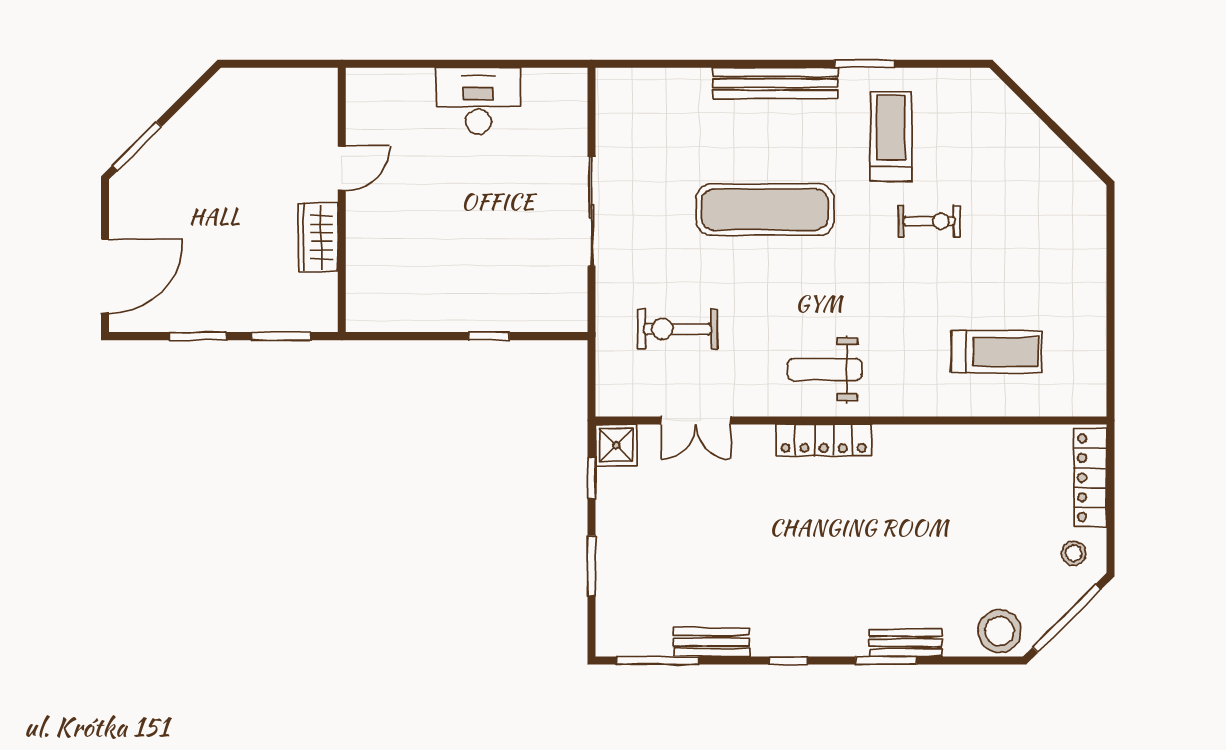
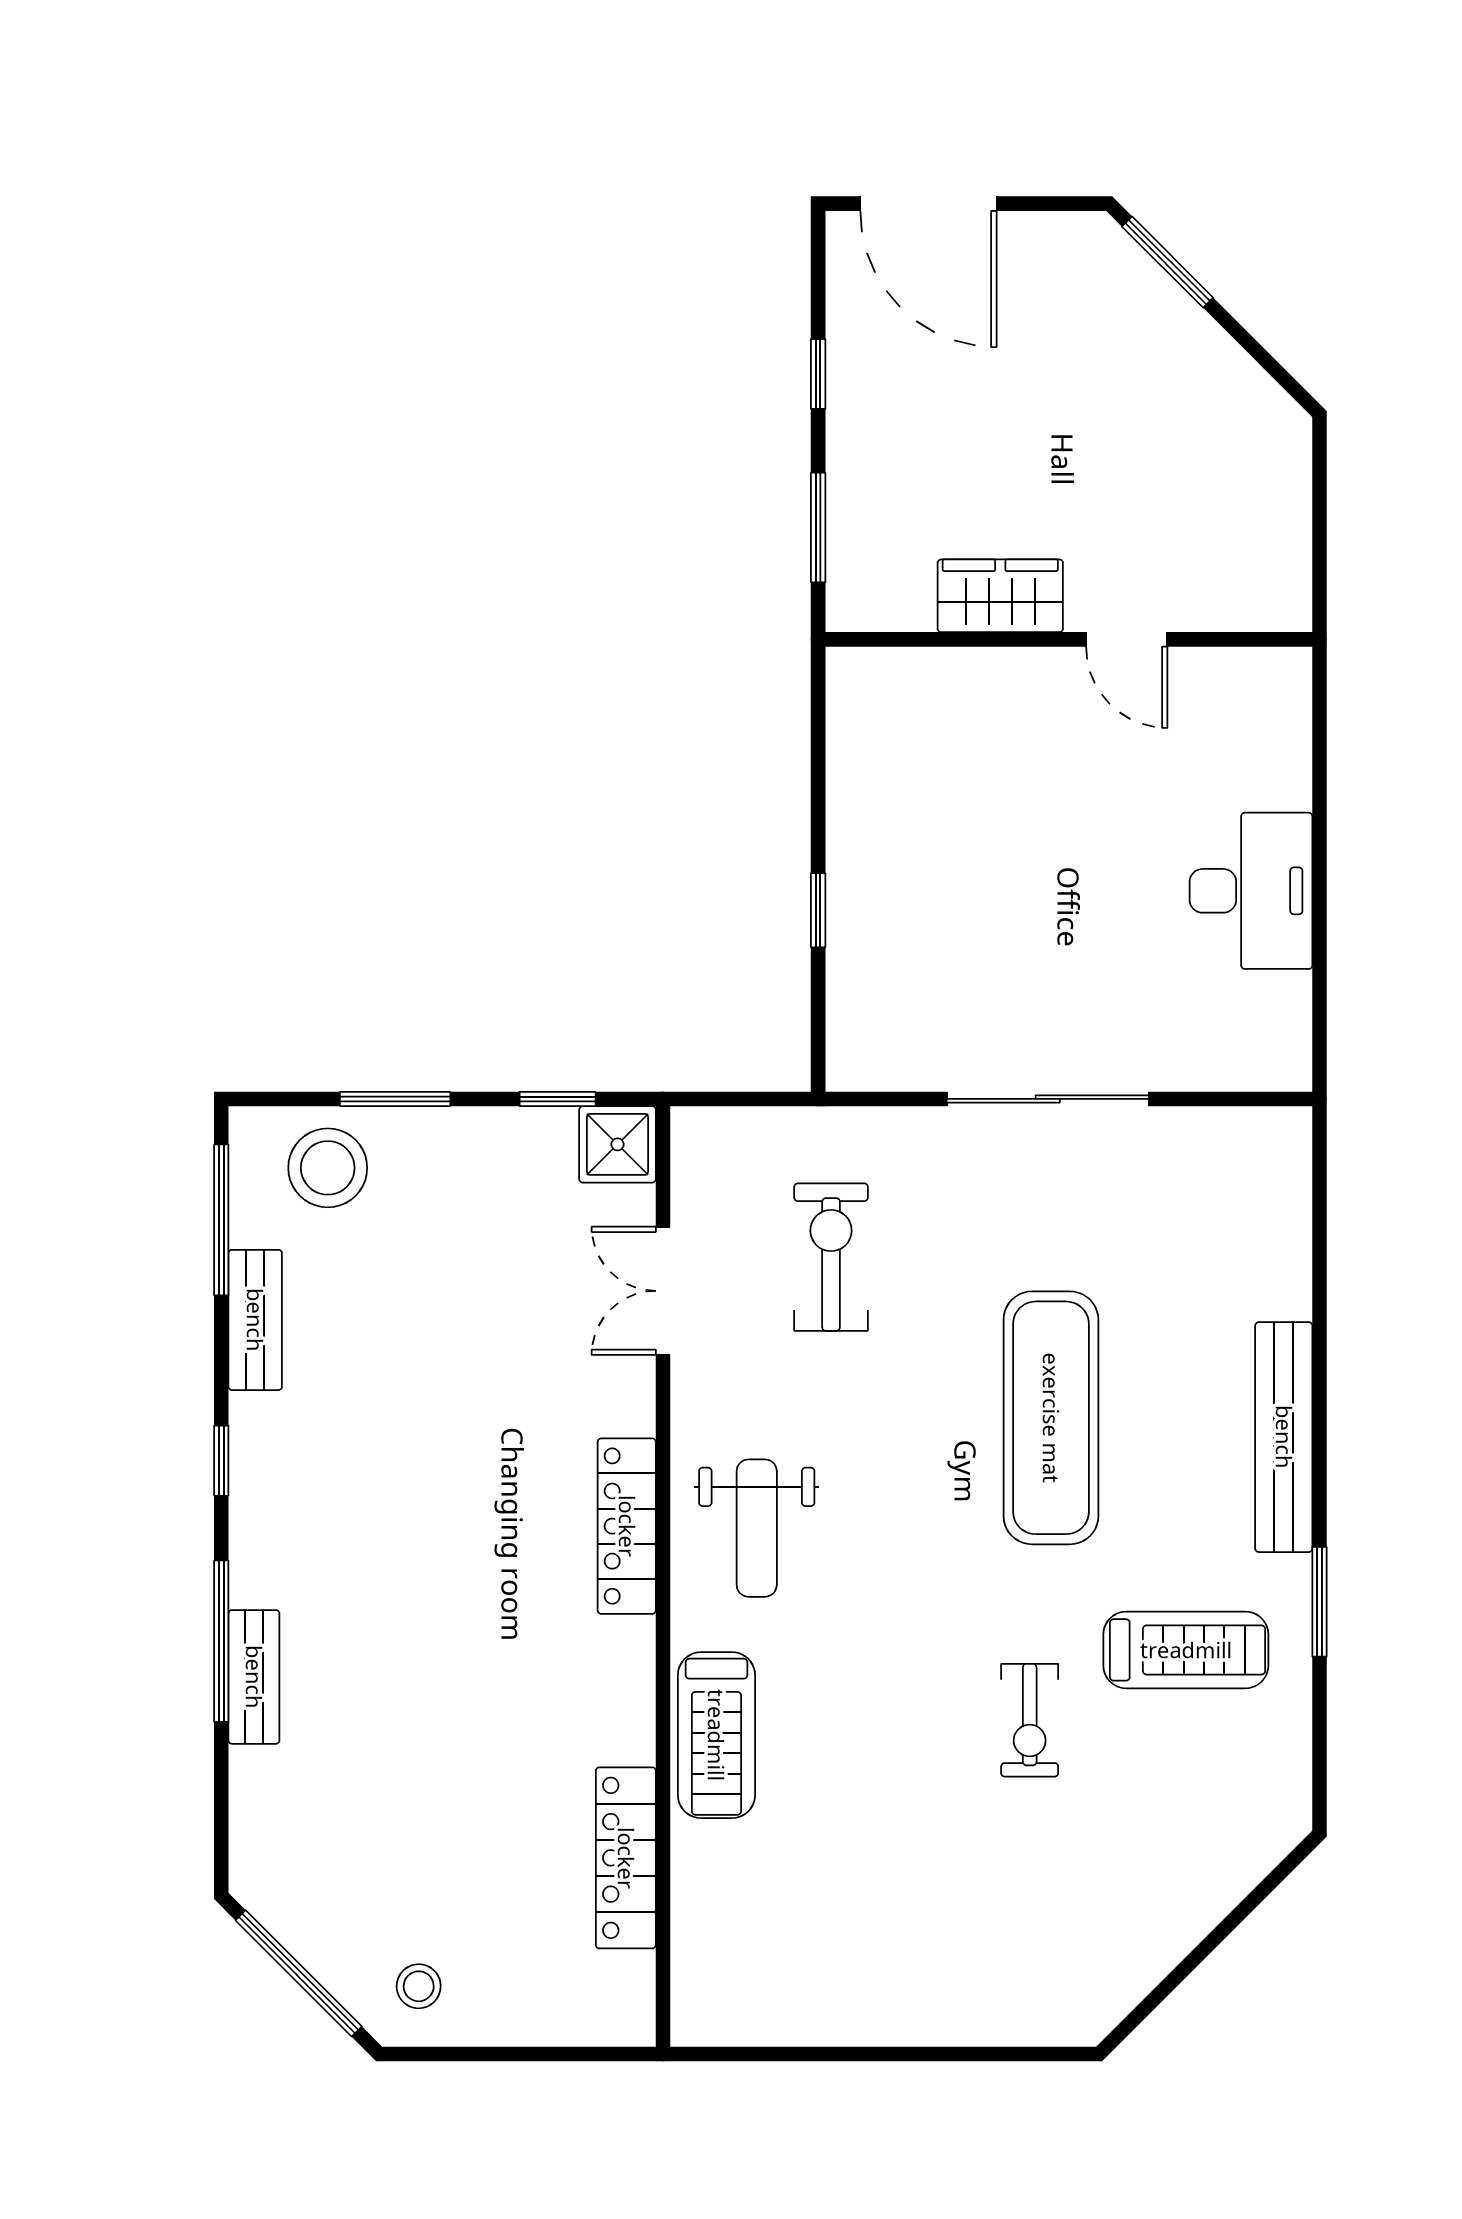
window: (198, 336) -> (818, 374), width x0.67
treadmill: (997, 352) -> (716, 1735), moved
weight bench: (825, 369) -> (757, 1528), turned 180
locker: (1090, 478) -> (626, 1858), moved, turned -90
stool: (999, 631) -> (328, 1168), moved
window: (886, 660) -> (221, 1641), width x1.44

